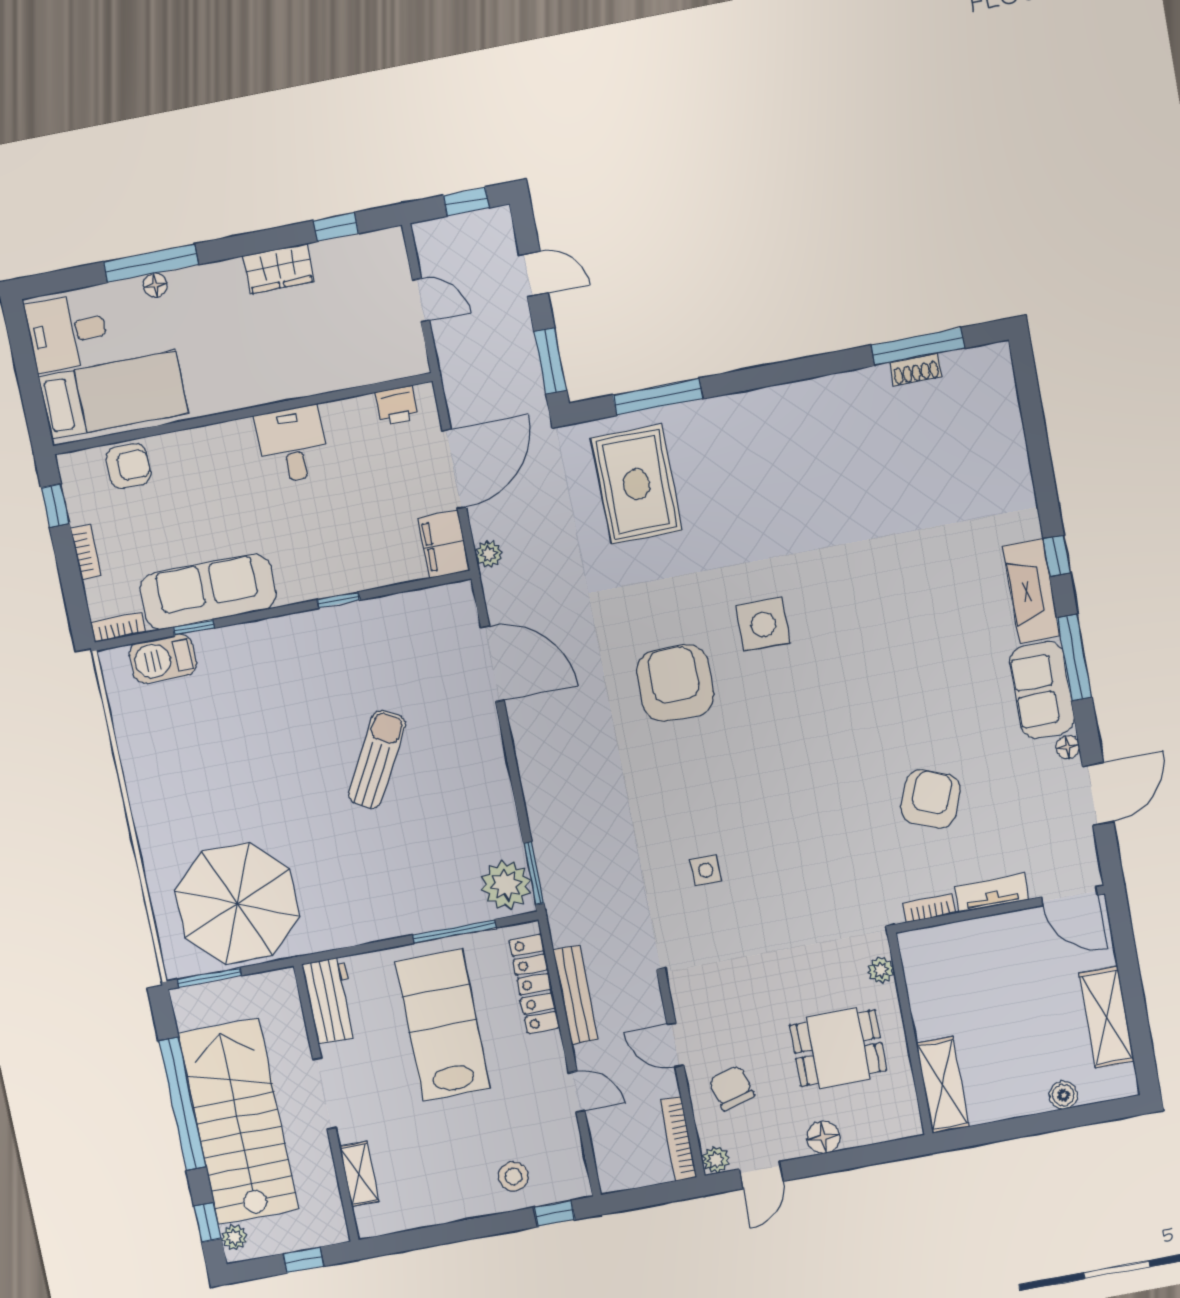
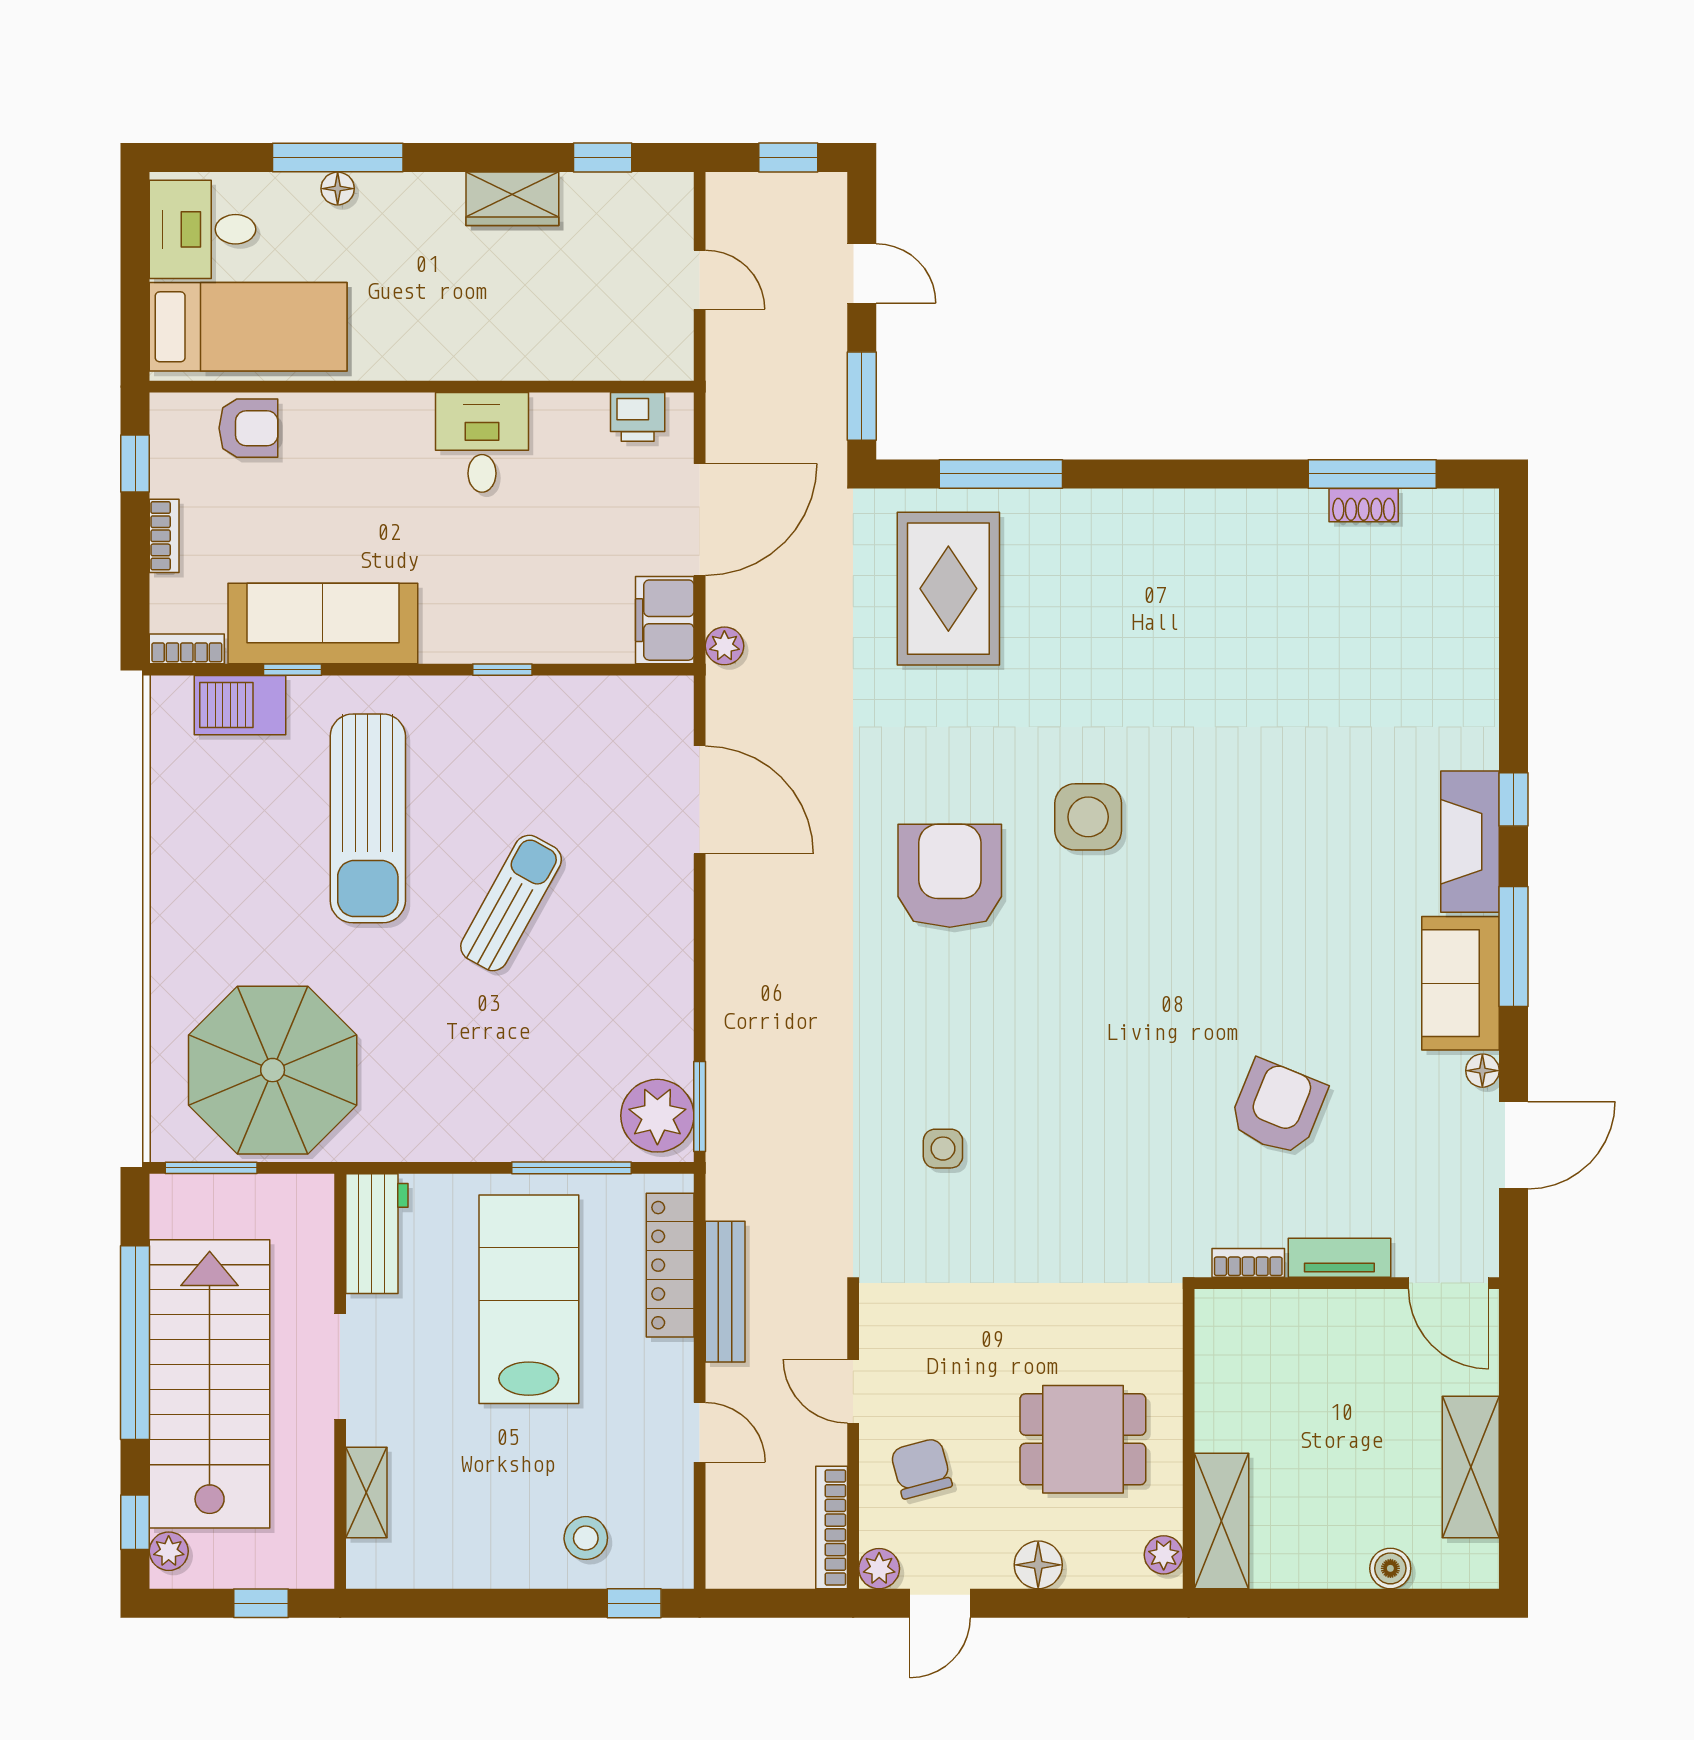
sun lounger: (267, 720) -> (368, 818), added
plant: (881, 970) -> (1164, 1555), moved

